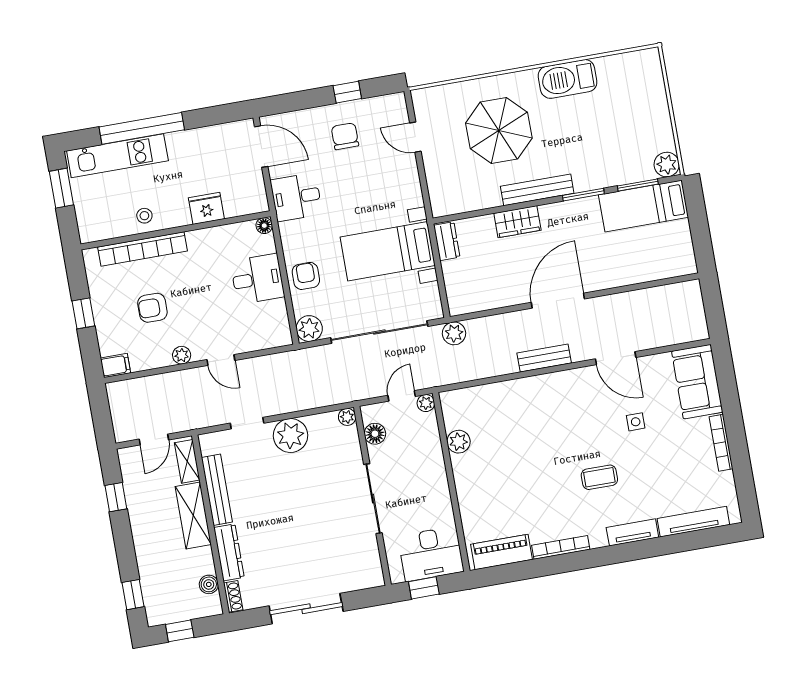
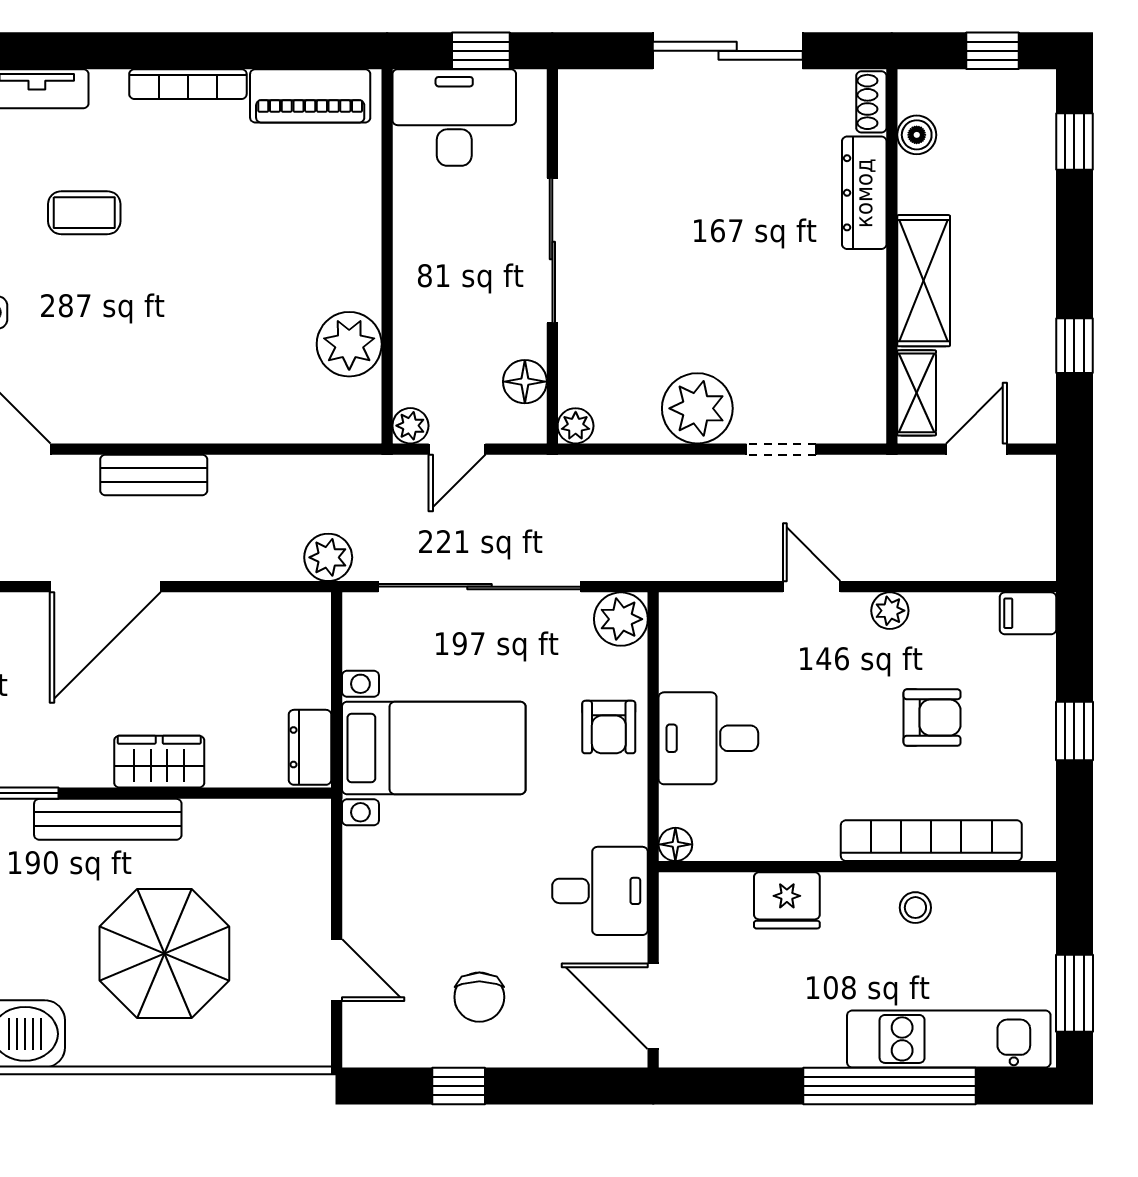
plant: (459, 442) -> (349, 344), width x1.36, depth x1.36
bench: (217, 490) -> (866, 324), removed

